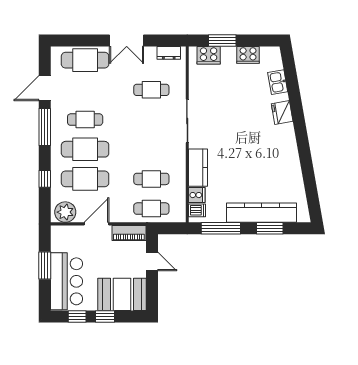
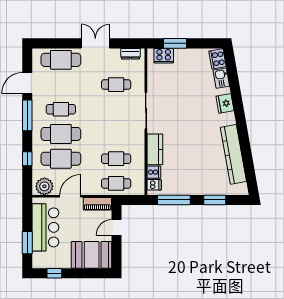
double door: (127, 40) -> (95, 43), swing flipped
cooker: (248, 55) -> (217, 59), moved, turned 80
kitchen counter: (262, 213) -> (233, 154), moved, turned -100
door: (152, 261) -> (117, 227), swing flipped
window: (45, 265) -> (27, 243), moved
bar counter: (67, 281) -> (45, 227), moved
window: (105, 316) -> (77, 273), removed

